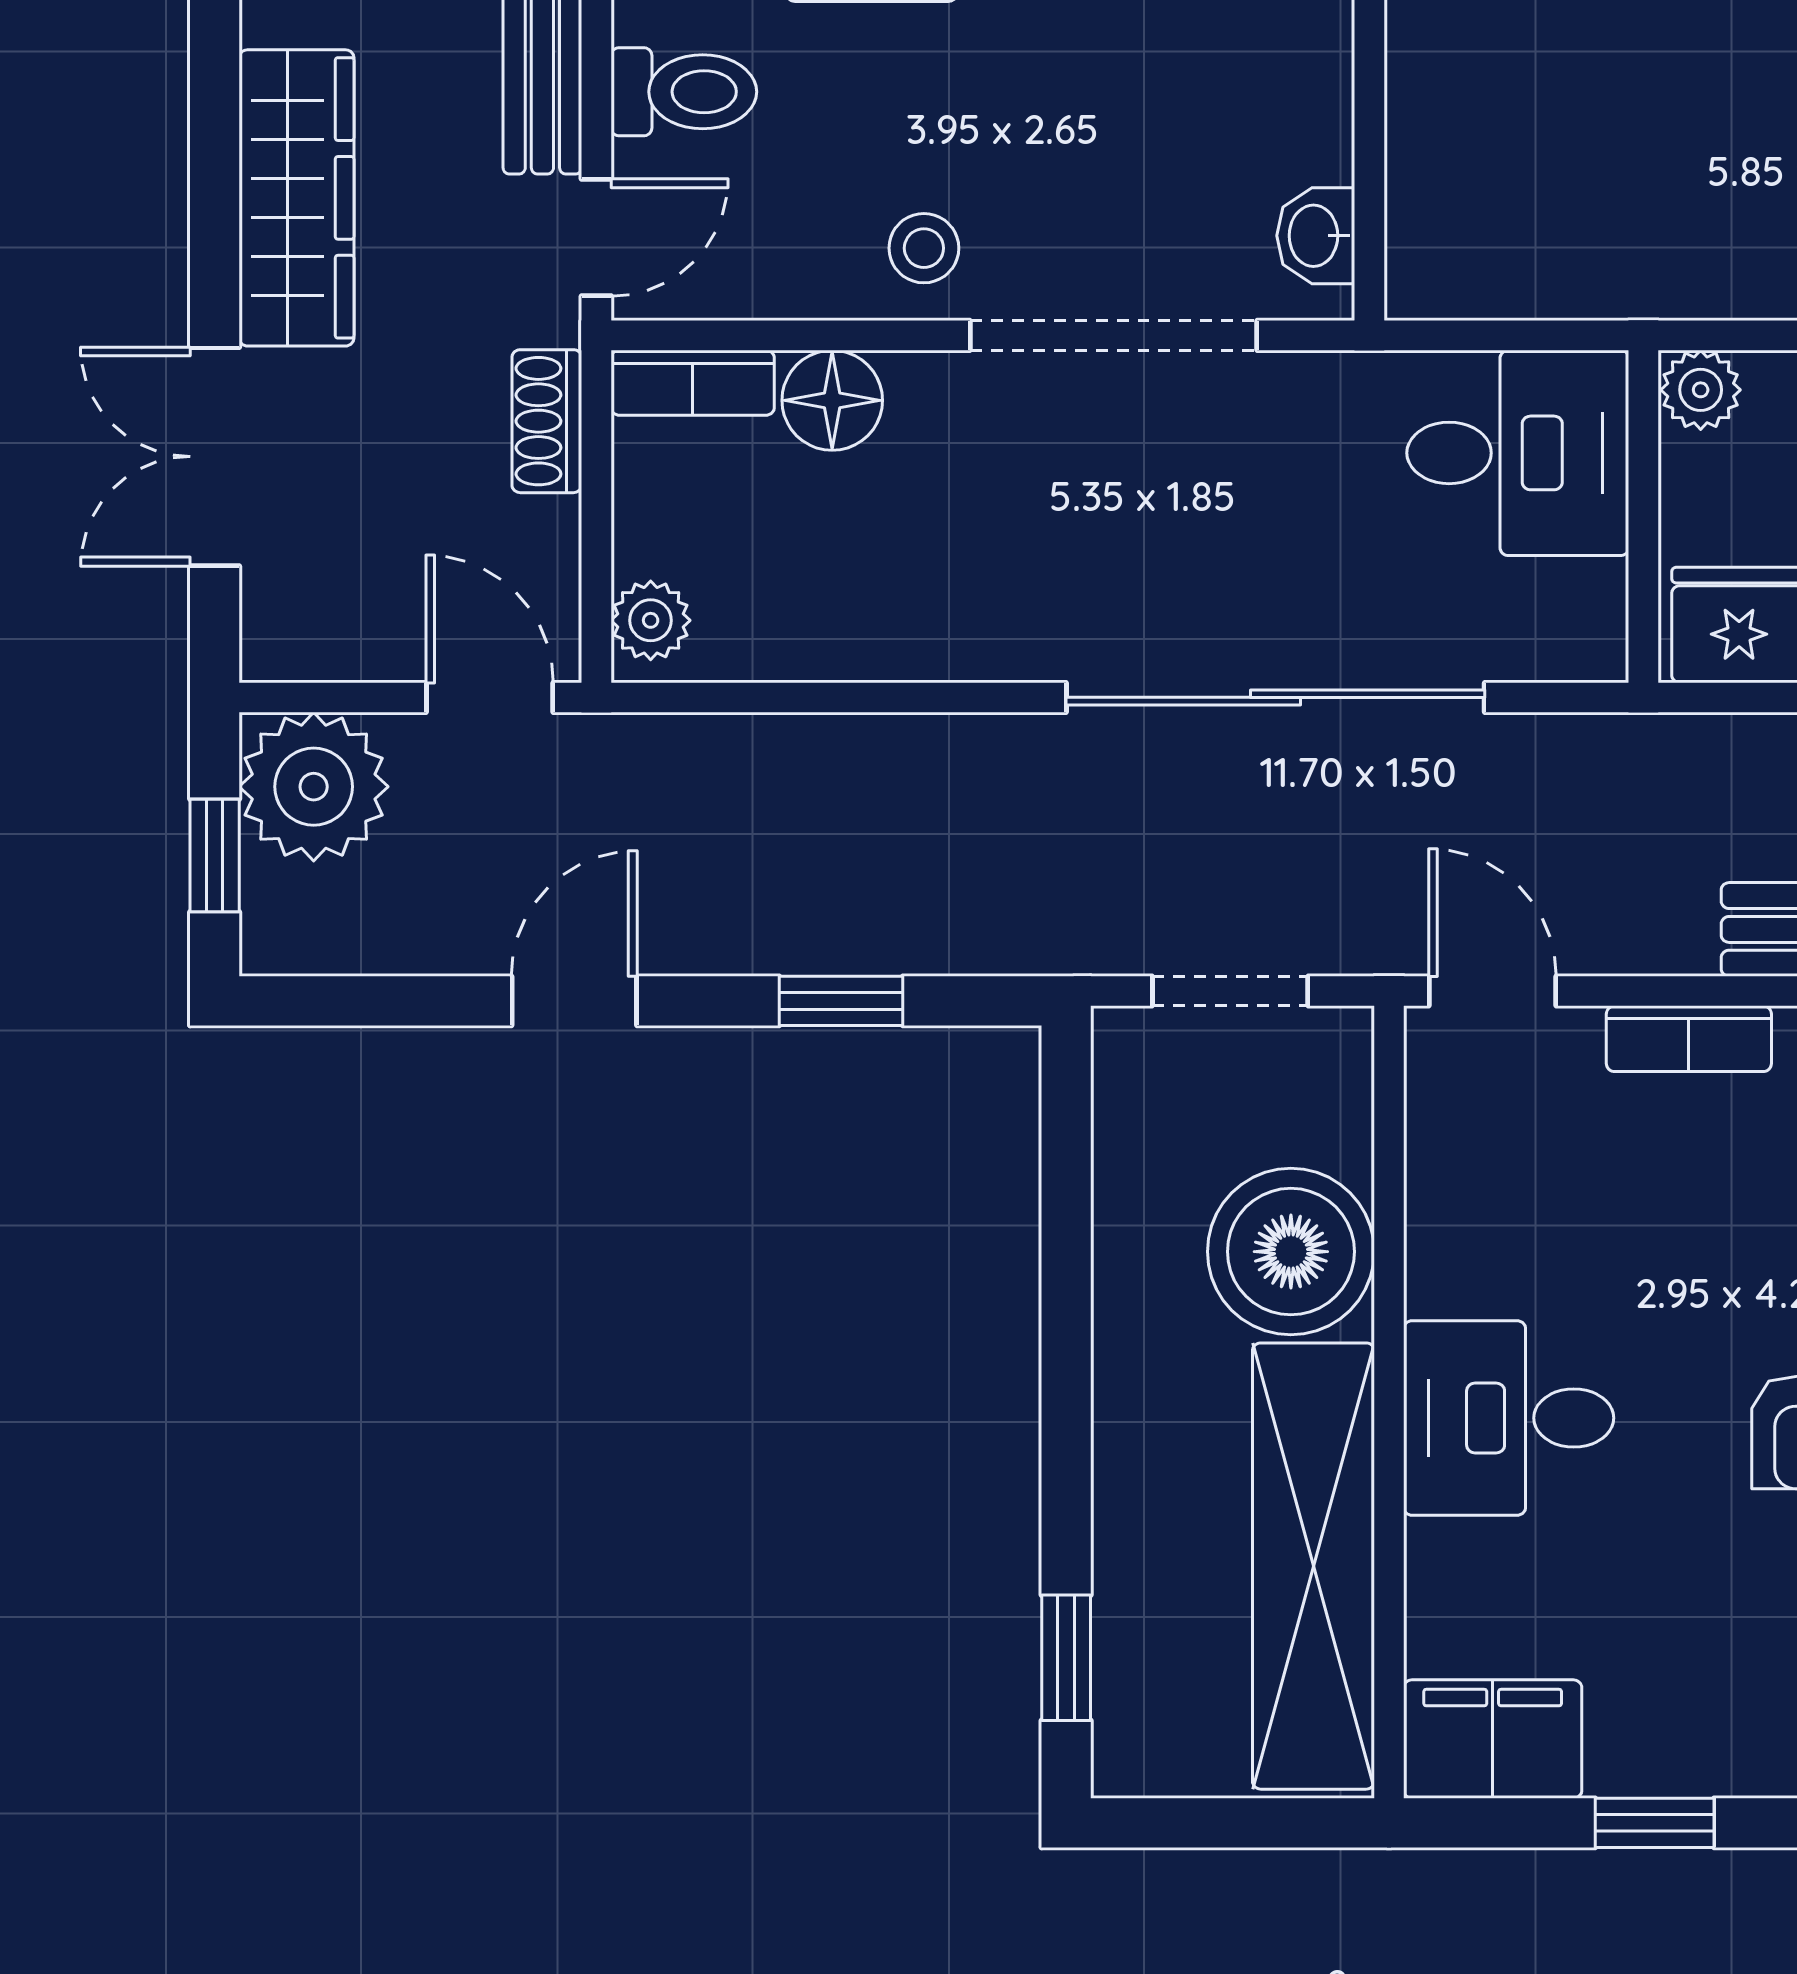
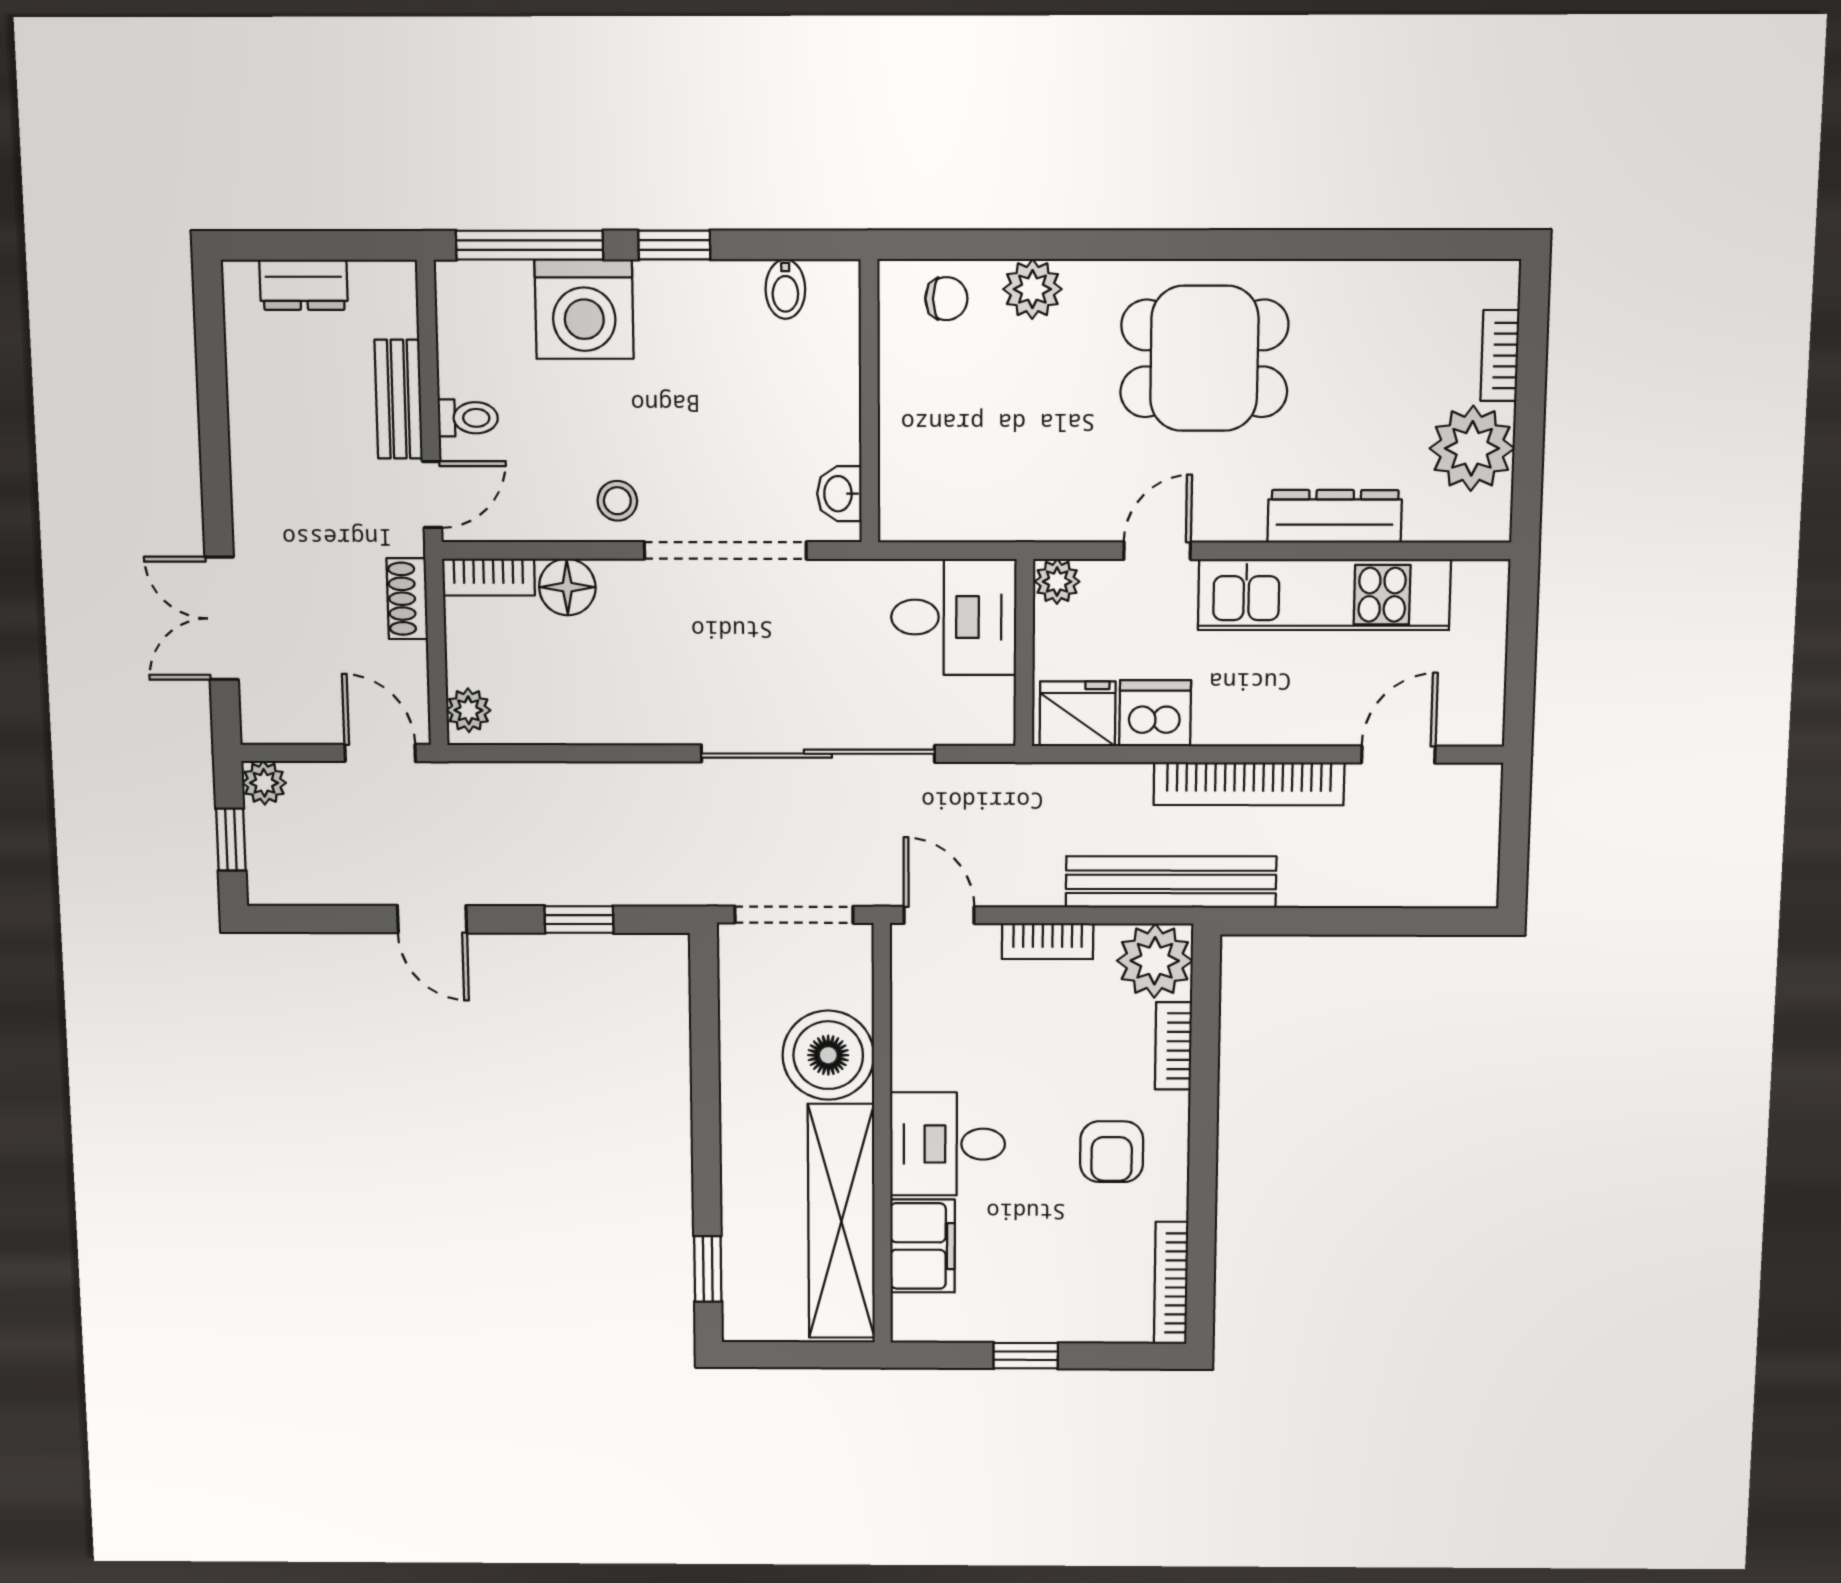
toilet: (684, 92) -> (468, 418), width x0.73, depth x0.72
wardrobe: (296, 198) -> (262, 472), removed
plant: (314, 787) -> (264, 783), width x0.53, depth x0.53
doorway: (1230, 991) -> (794, 915), width x1.38
door: (574, 1001) -> (432, 919), swing flipped
filing cabinet: (1493, 1739) -> (923, 1246), moved, turned 90

